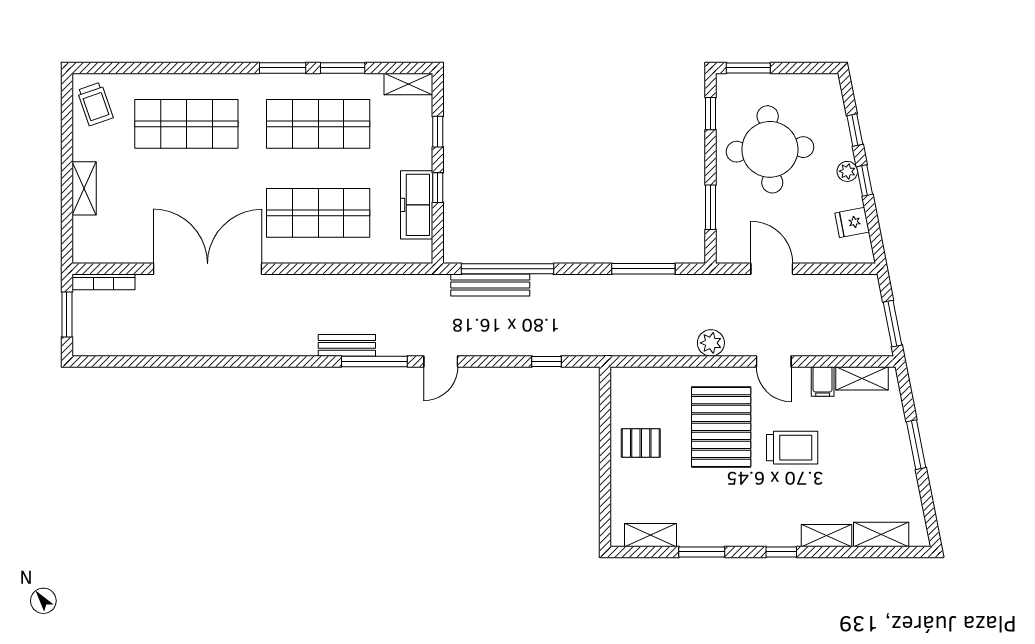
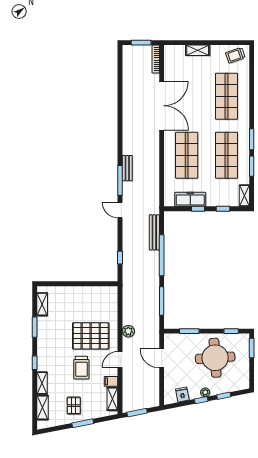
window: (507, 269) -> (162, 255), moved
door: (772, 269) -> (162, 358), swing flipped
pallet: (641, 443) -> (74, 406), moved

